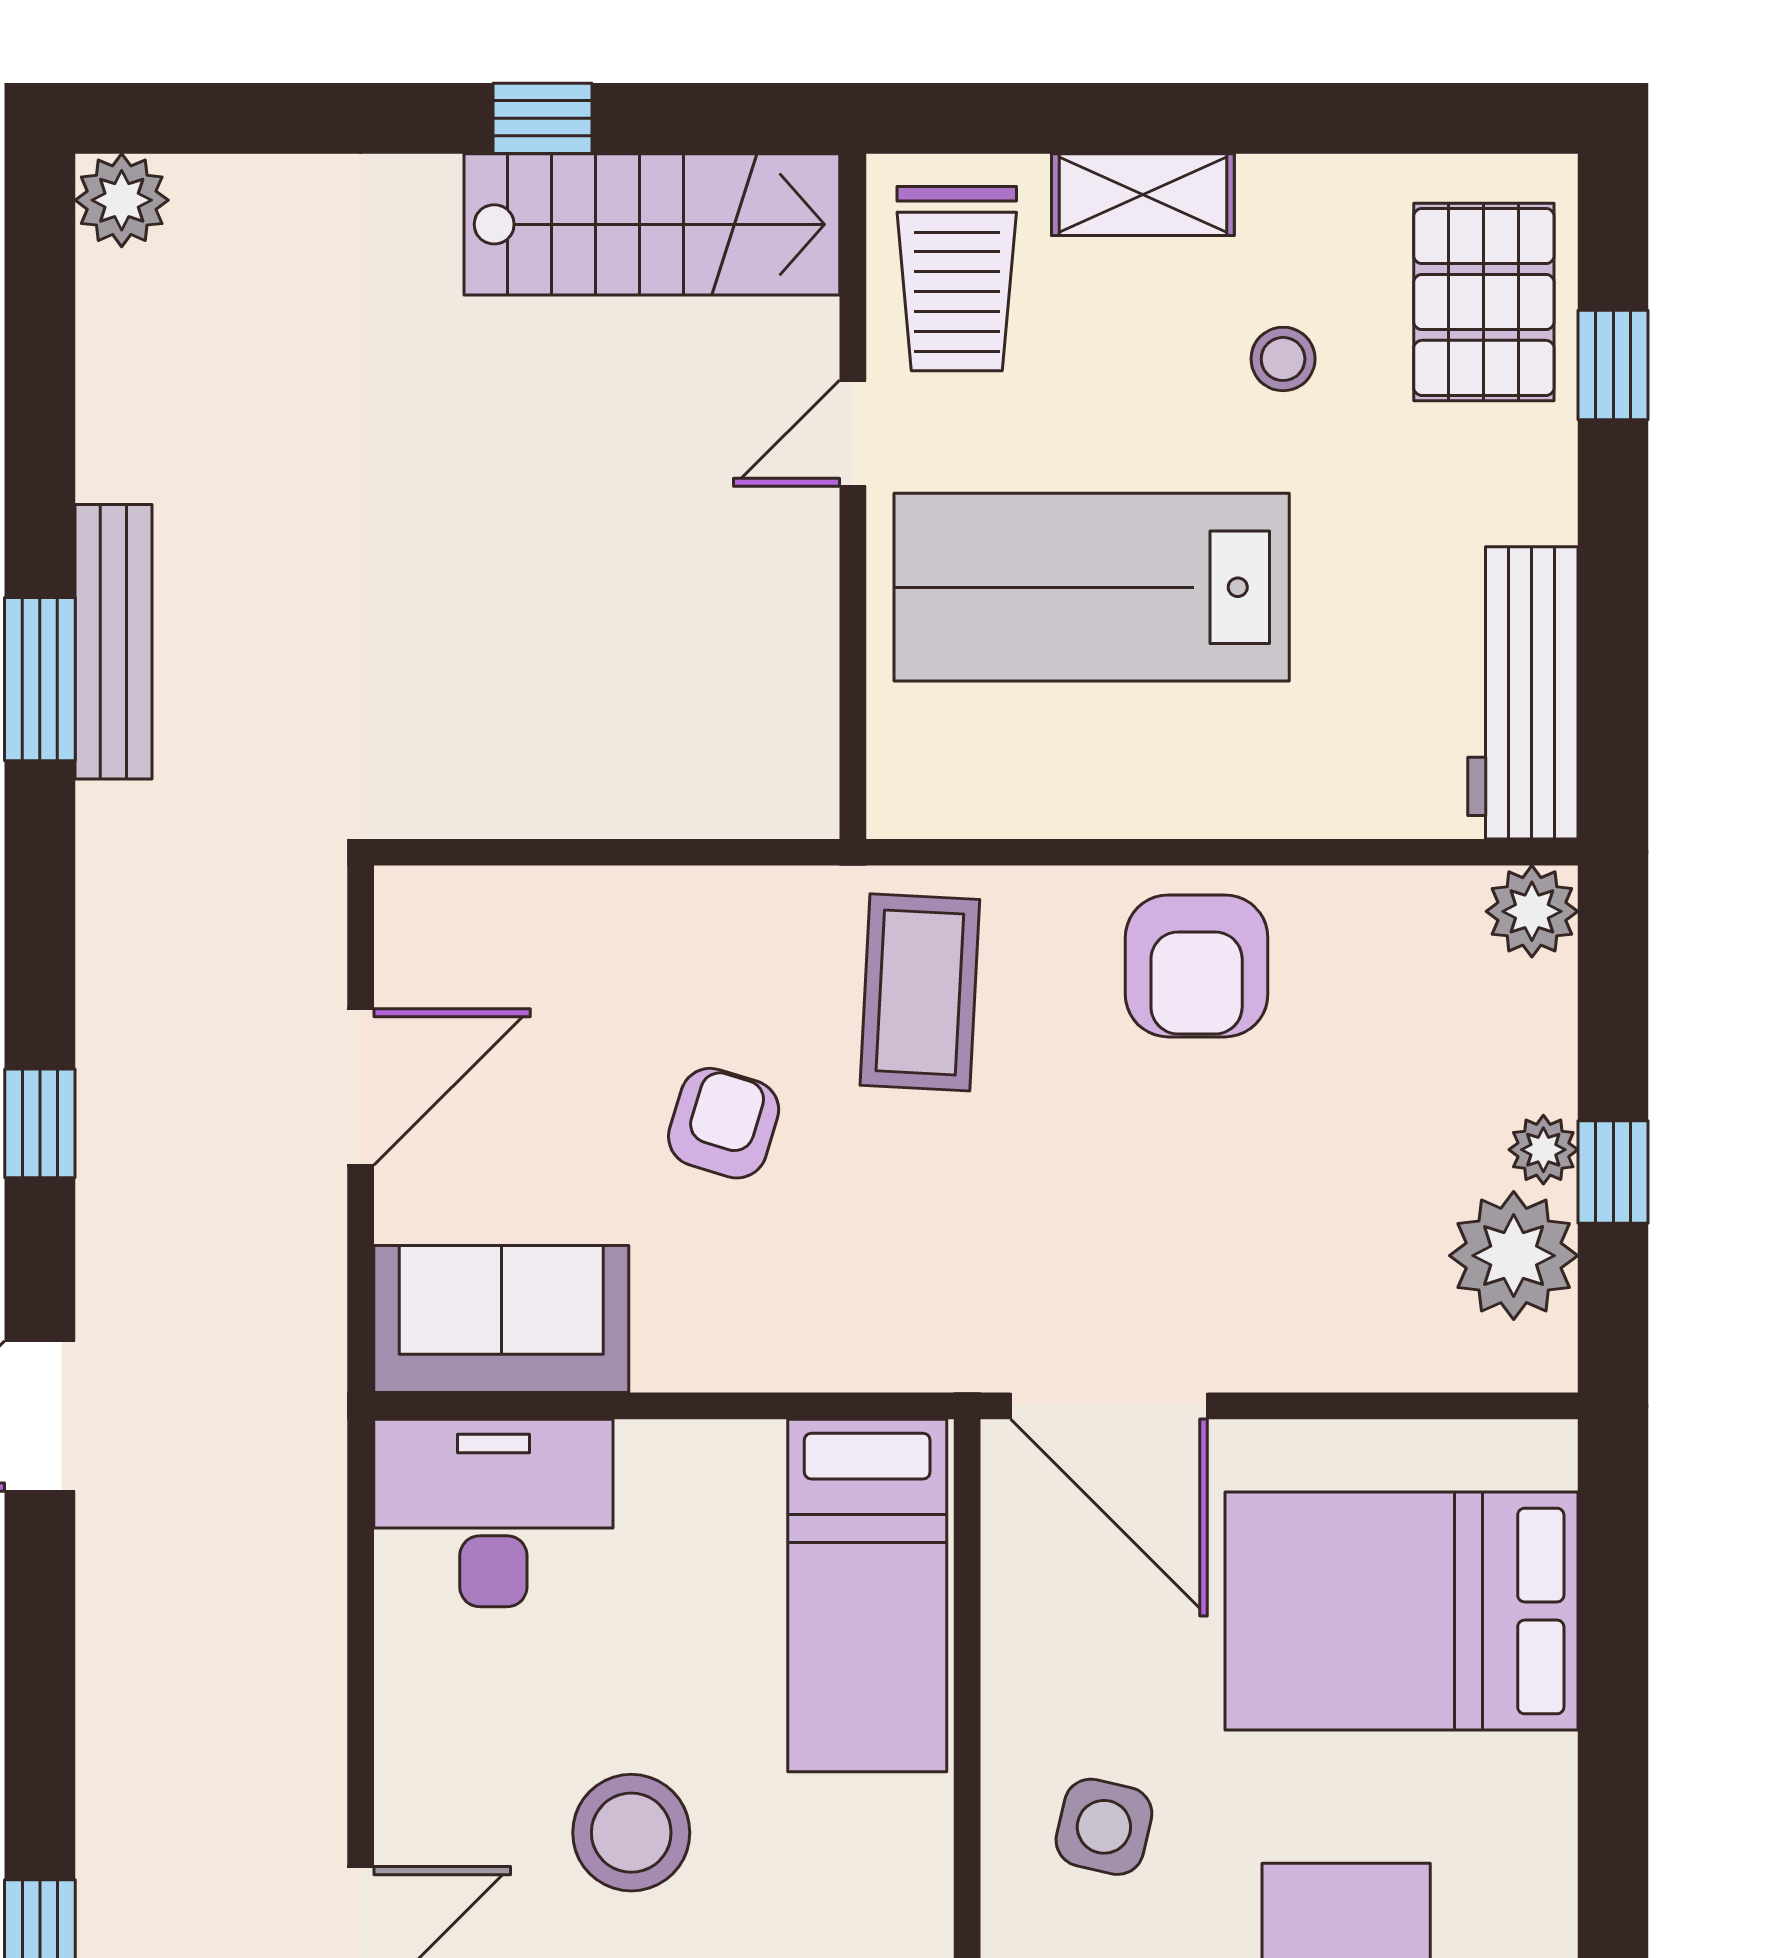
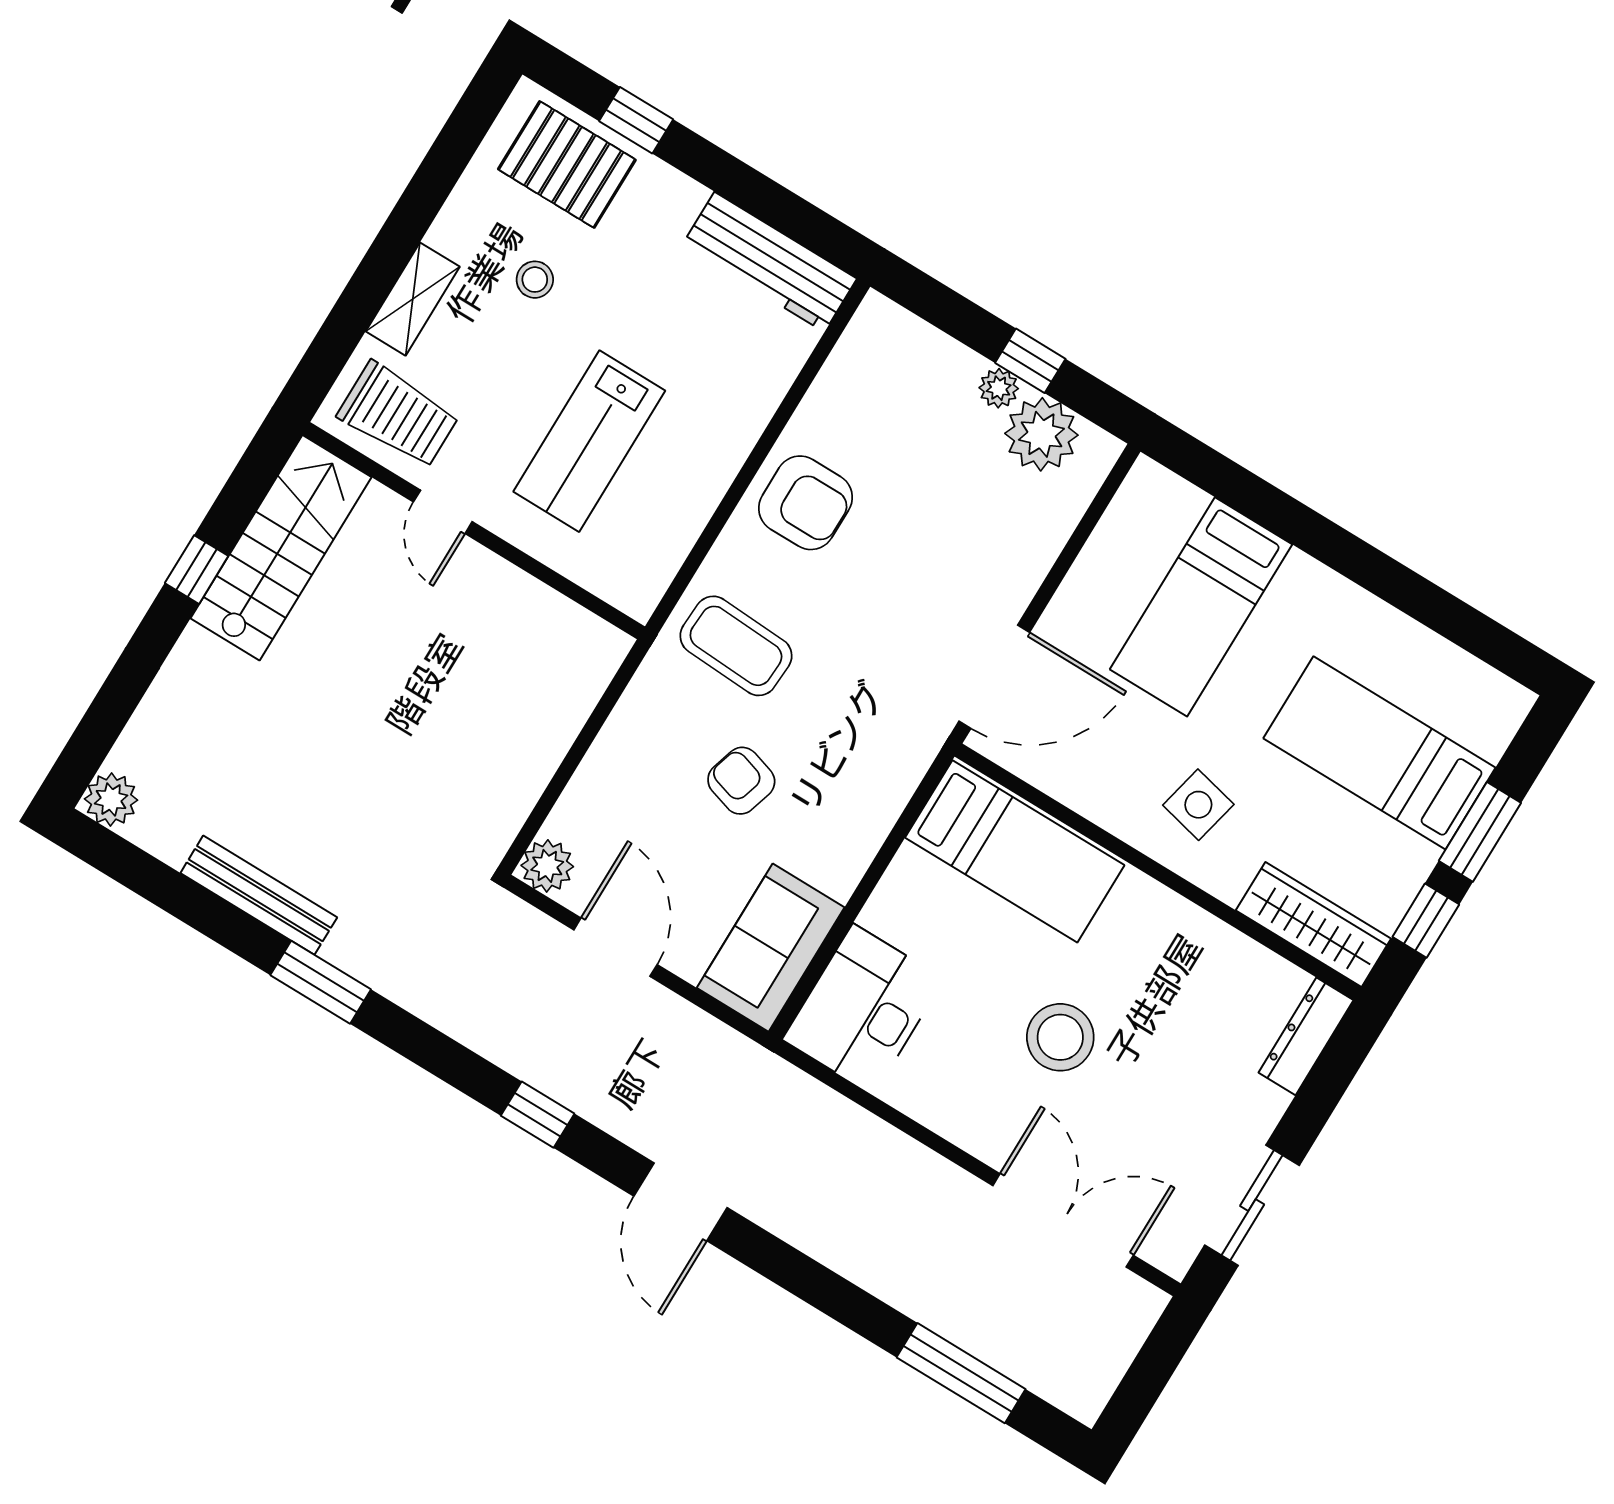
lab bench: (1092, 587) -> (589, 441), width x0.73, depth x0.72
bench: (113, 642) -> (259, 895), moved
plant: (1532, 911) -> (547, 866), moved
bed: (1401, 1611) -> (1201, 607), width x0.67

